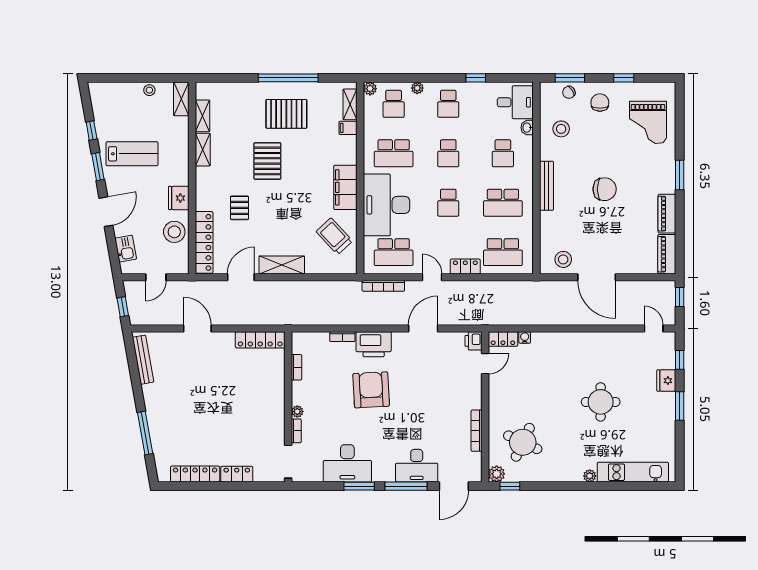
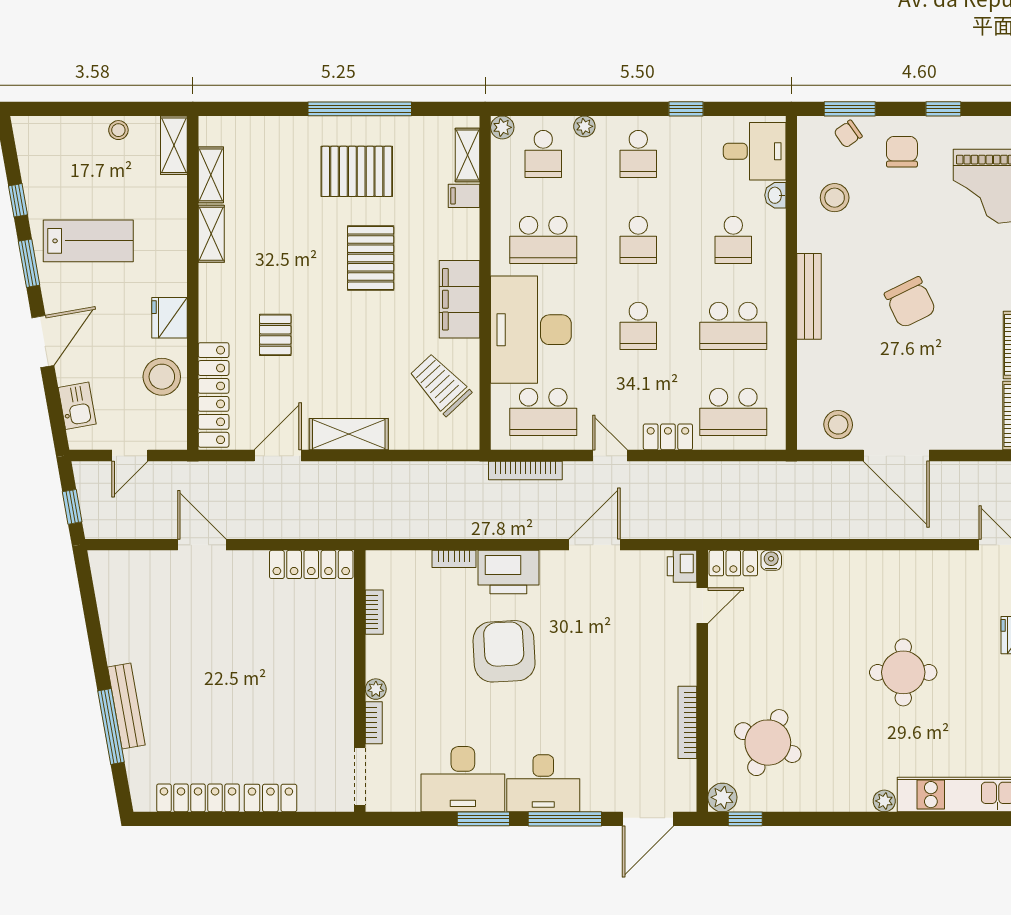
pallet: (267, 161) -> (371, 258), moved
chair: (605, 189) -> (910, 302), turned 64
bench: (143, 360) -> (126, 706), moved
desk: (417, 466) -> (543, 783), moved

